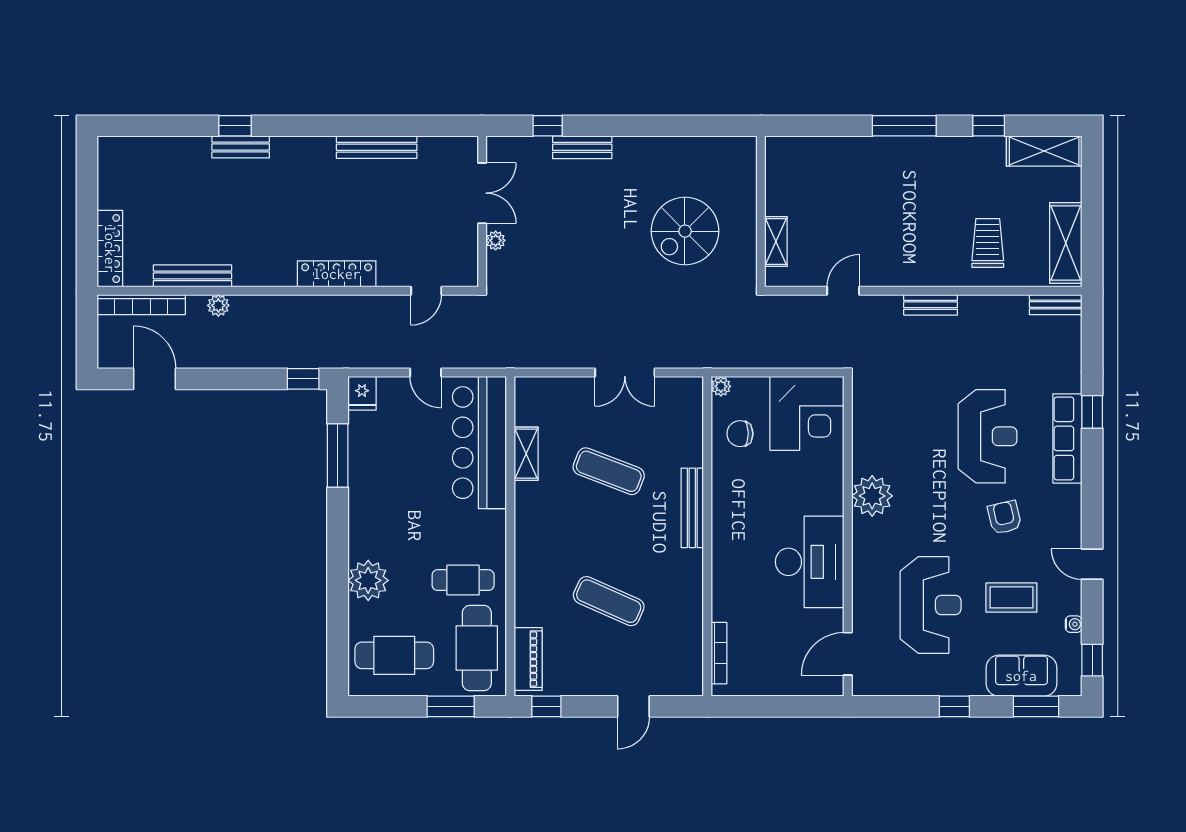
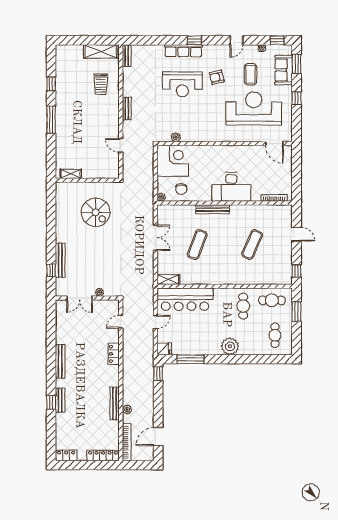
bench: (377, 147) -> (60, 361), moved
bench: (582, 147) -> (60, 260), width x1.36
shelving: (1044, 151) -> (62, 60), removed
locker: (110, 161) -> (66, 455), added
double door: (482, 193) -> (80, 298), swing flipped
shelving: (776, 242) -> (71, 174), moved
trolley: (988, 243) -> (101, 84), turned -90
locker: (337, 274) -> (114, 354), width x0.66
bench: (193, 276) -> (115, 403), moved
door: (426, 291) -> (121, 322), swing flipped
window: (1092, 412) -> (195, 40), moved
reception desk: (988, 436) -> (182, 84), turned 180
shelving: (526, 454) -> (168, 279), moved
plant: (872, 496) -> (176, 137), moved, width x0.53, depth x0.53
desk: (810, 562) -> (231, 187), moved, turned 180
plant: (368, 580) -> (230, 346), moved
reception desk: (931, 605) -> (254, 108), width x1.36, depth x1.30
cafe table: (477, 648) -> (272, 300), width x0.73, depth x0.74
cafe table: (394, 655) -> (275, 335), width x0.73, depth x0.74
piano: (528, 659) -> (277, 279), removed

